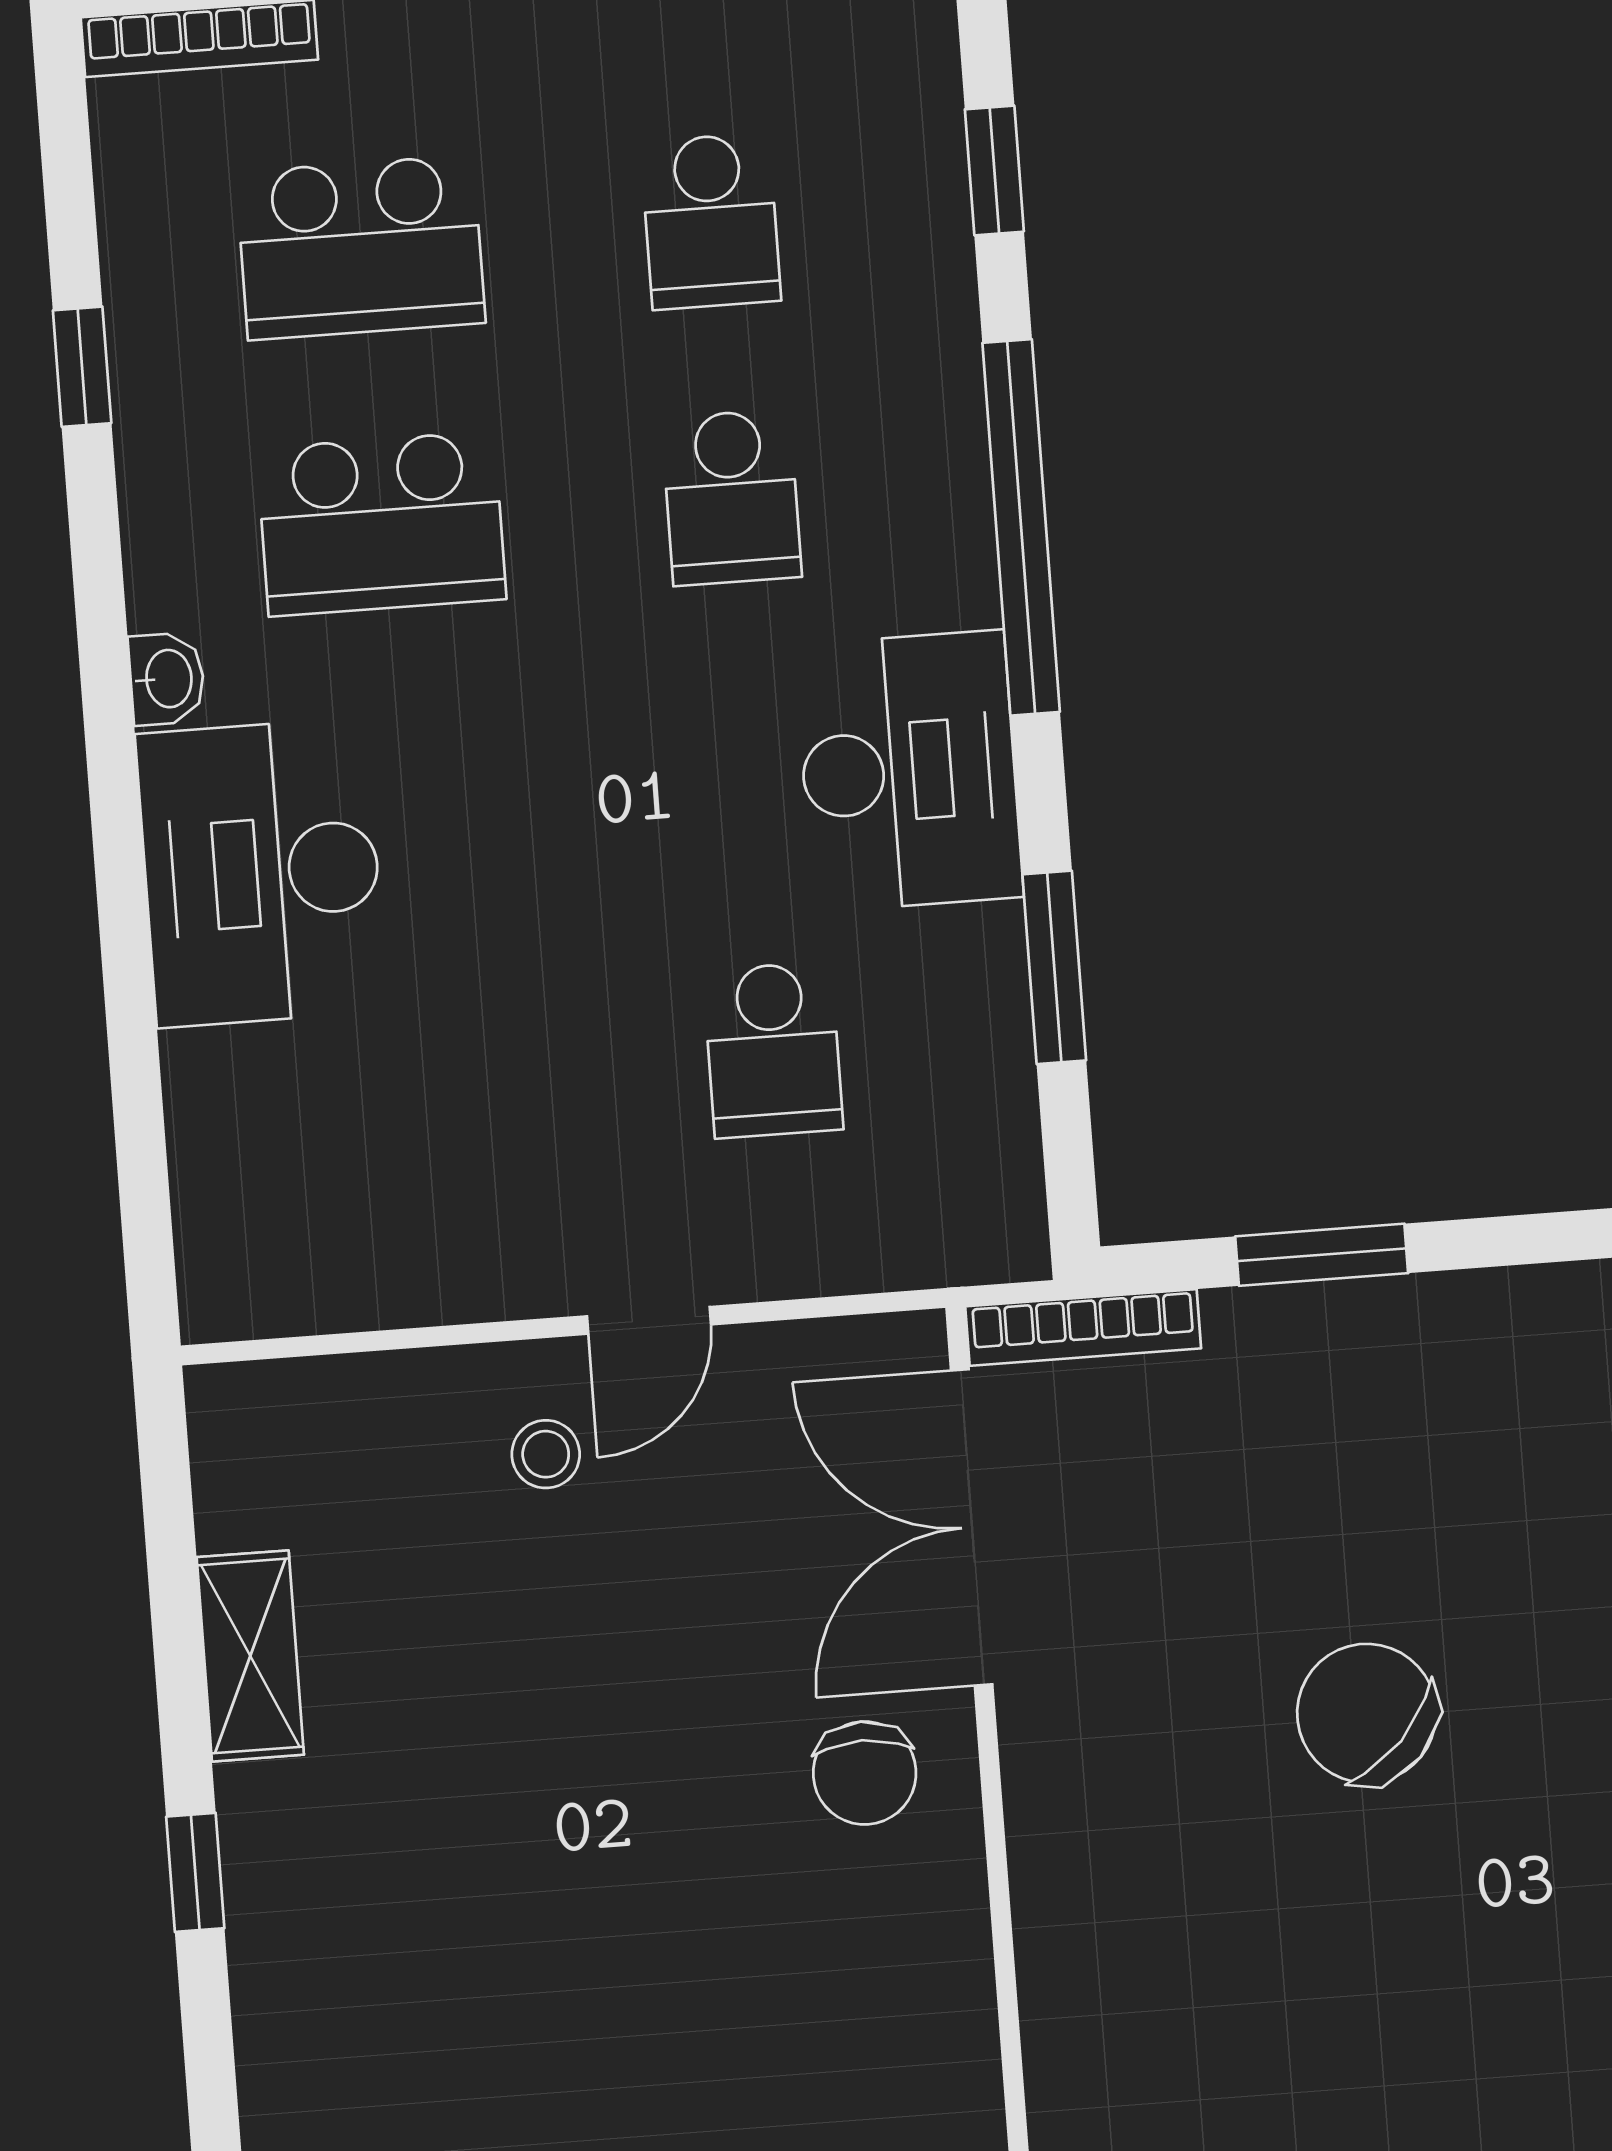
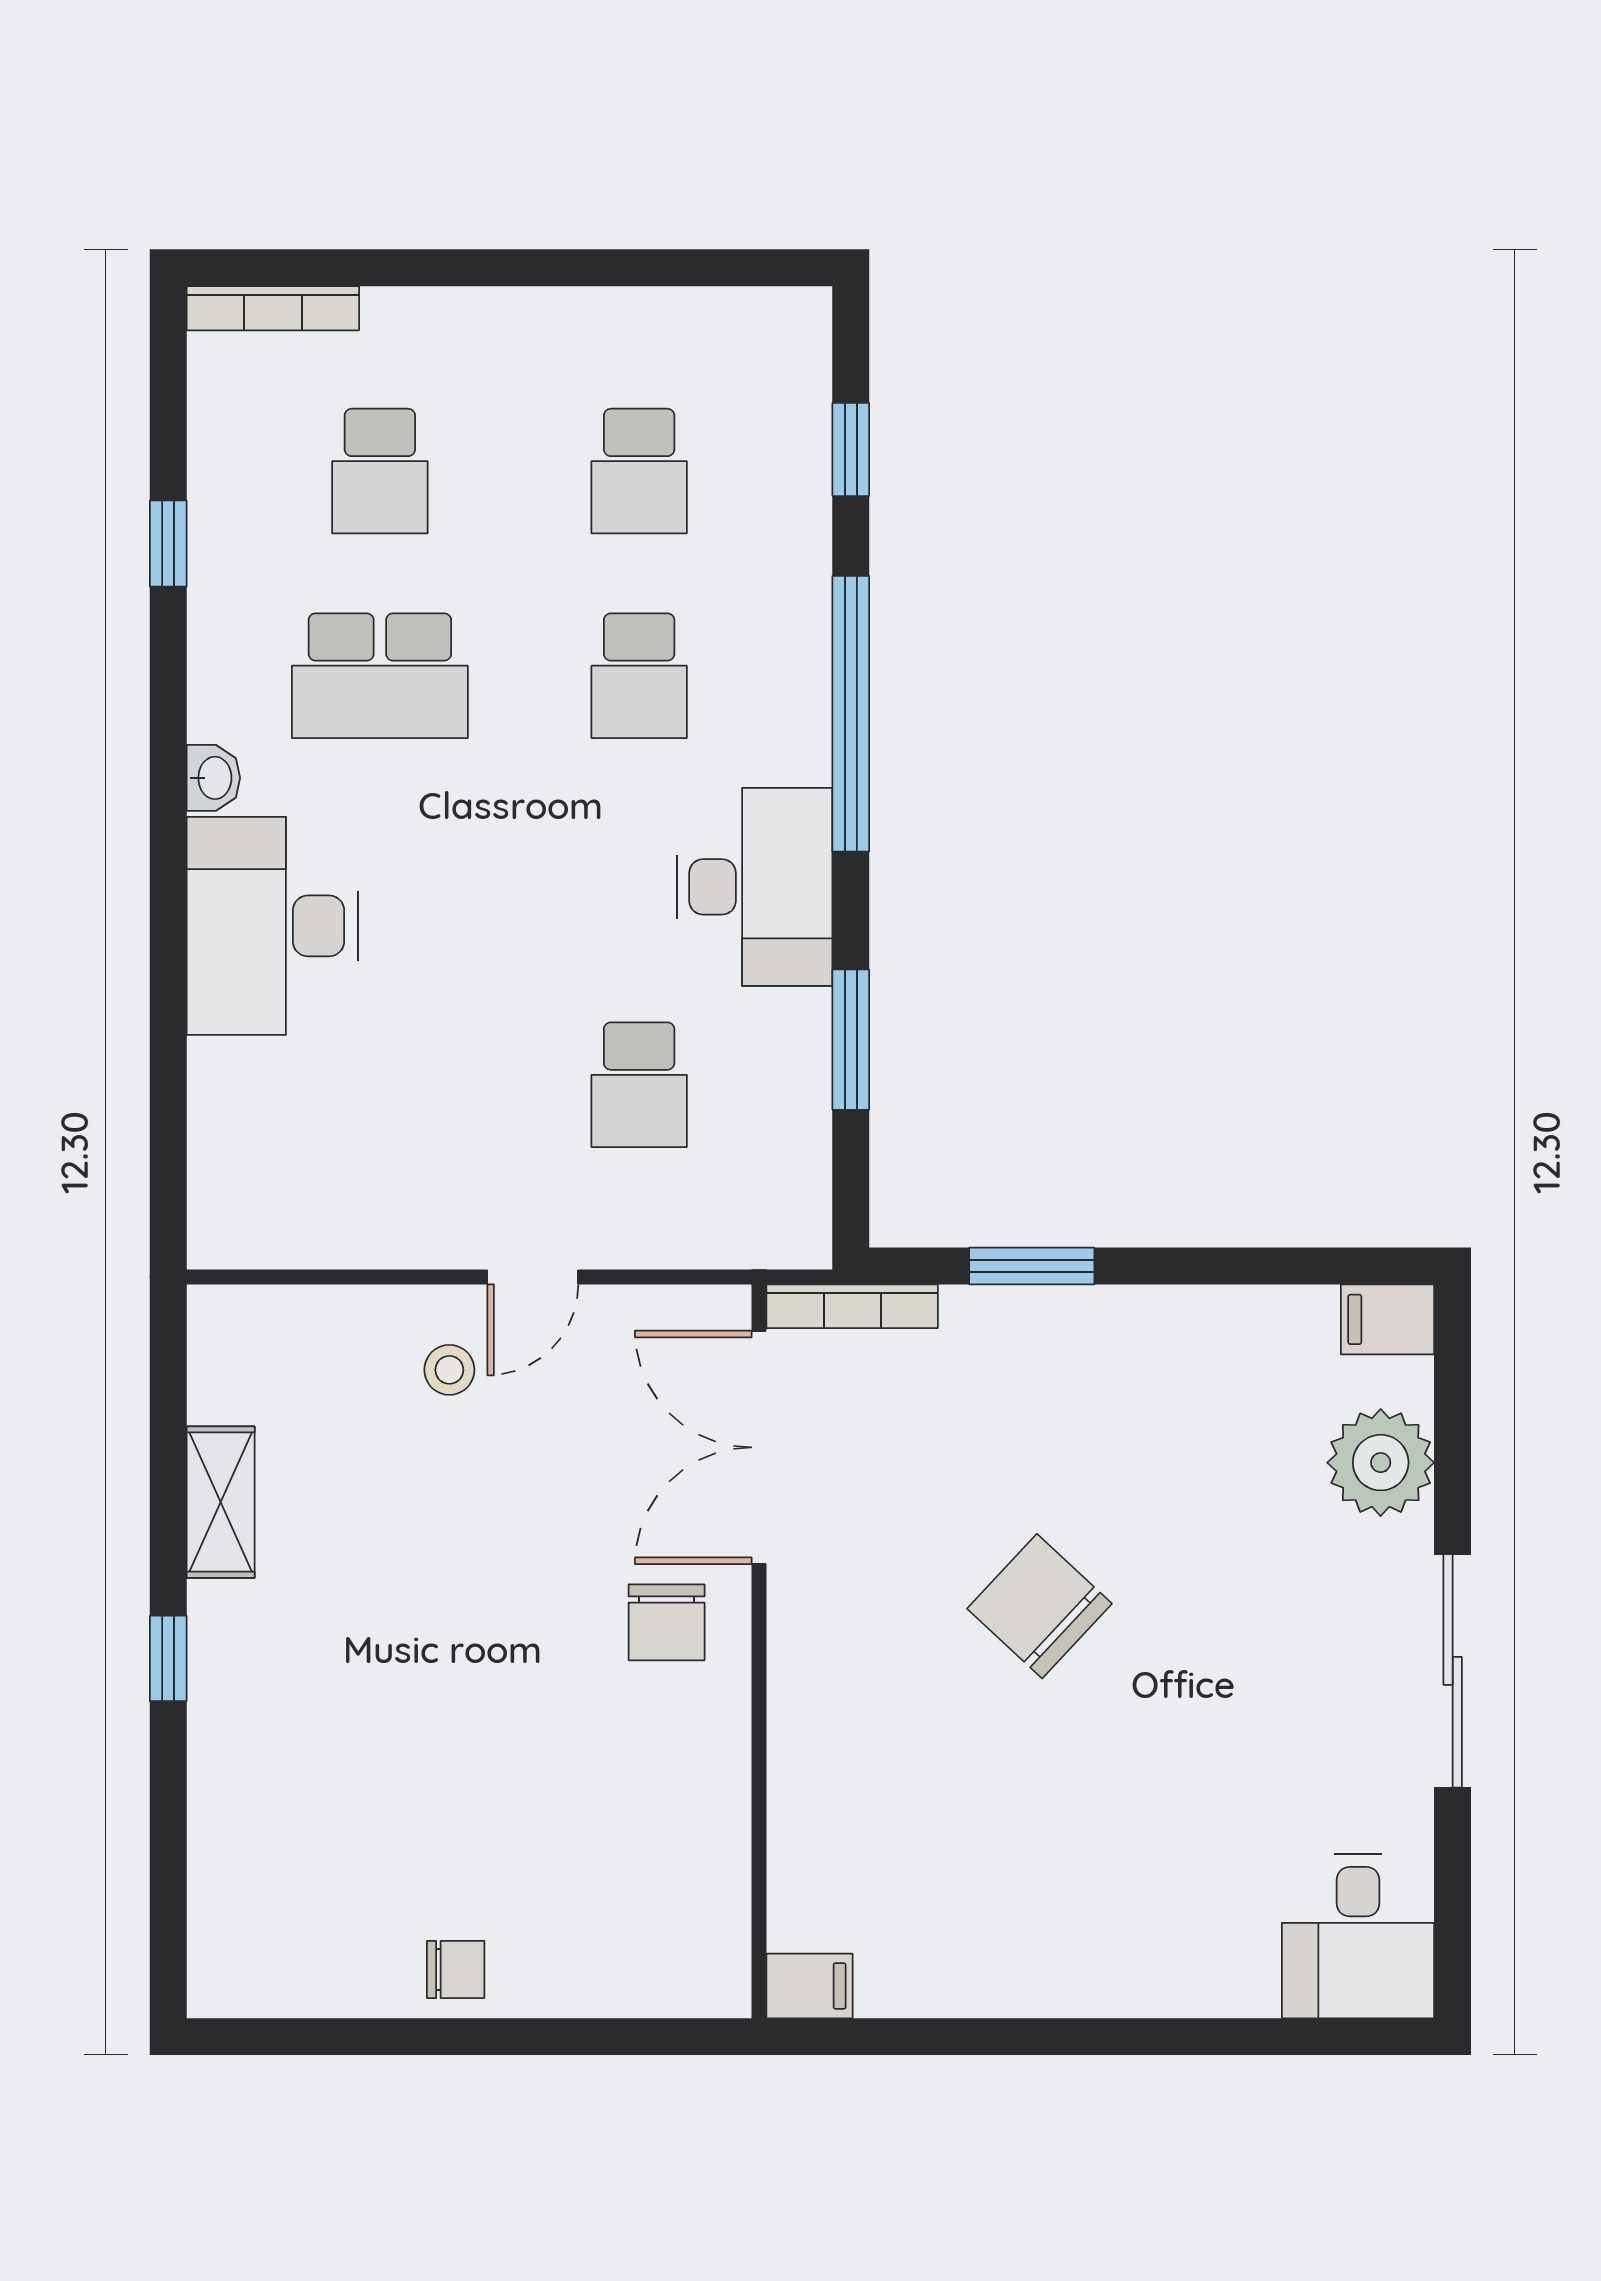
school desk: (361, 247) -> (380, 471), width x0.54

